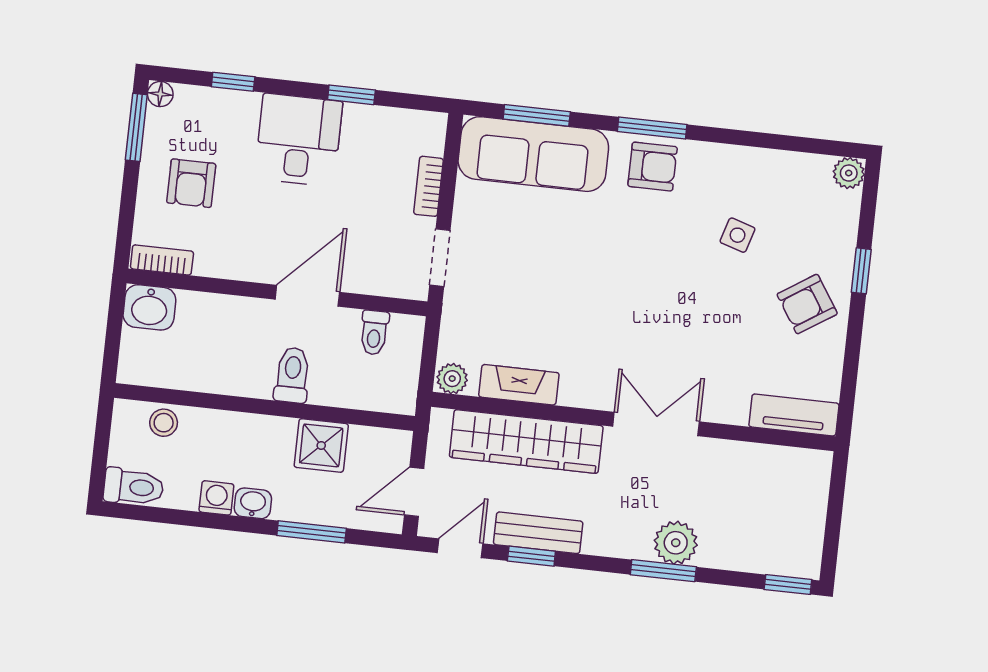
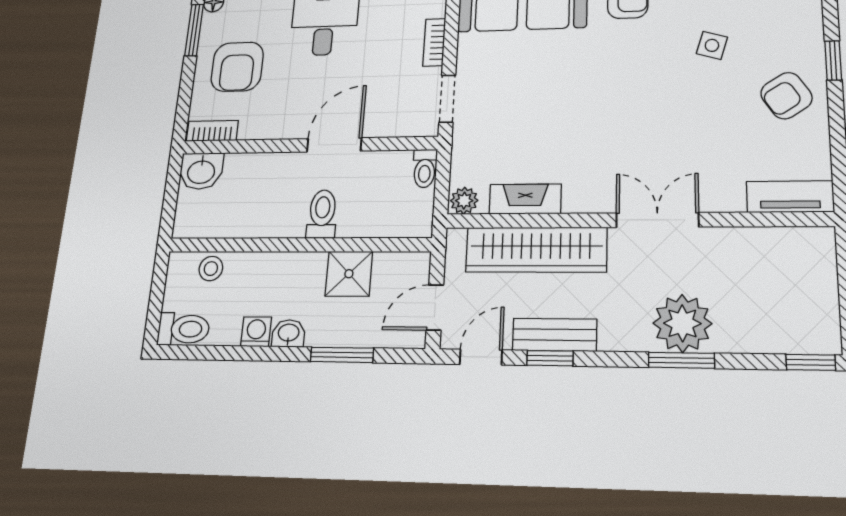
armchair: (191, 183) -> (237, 67), width x1.38, depth x1.38
toilet: (374, 333) -> (425, 168), moved
plant: (676, 543) -> (682, 323), width x1.36, depth x1.36

